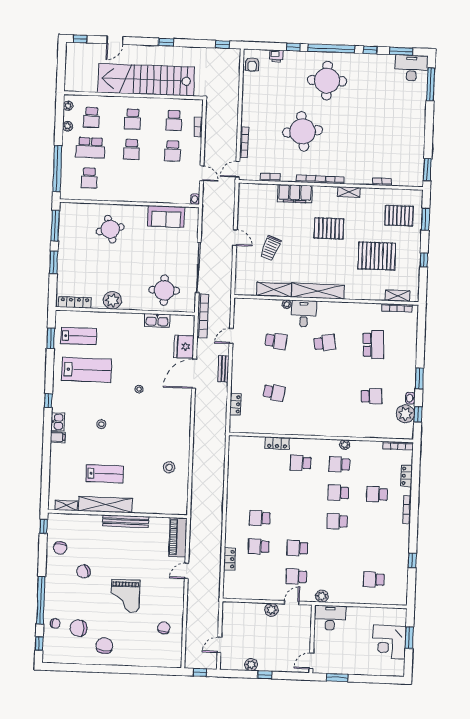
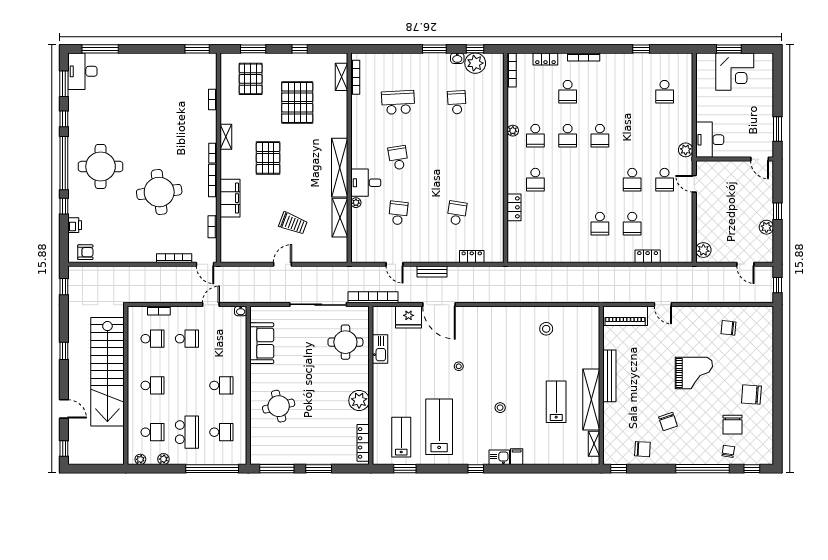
school desk: (131, 149) -> (221, 385), moved
plant: (271, 610) -> (703, 250), moved

